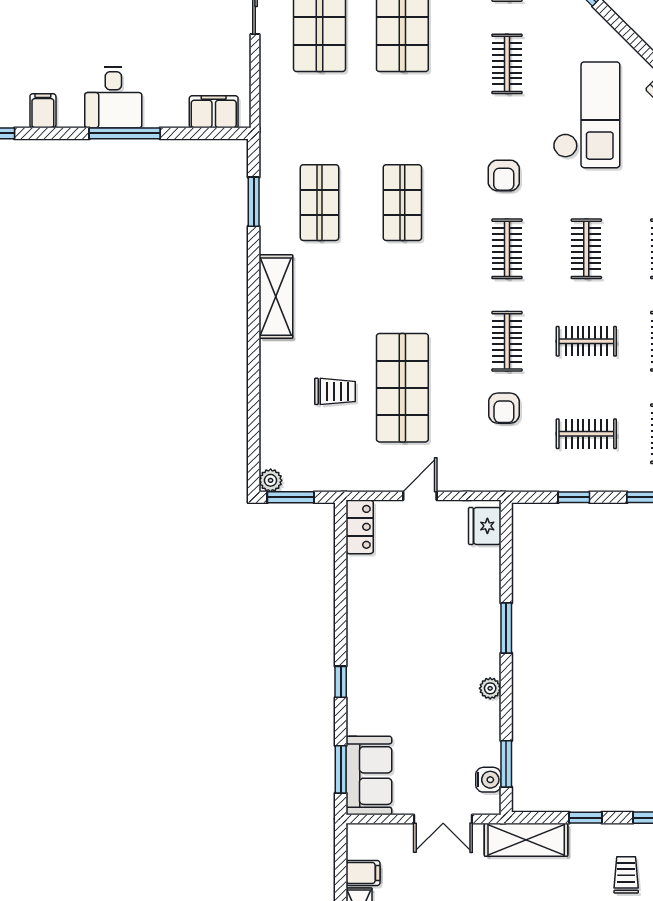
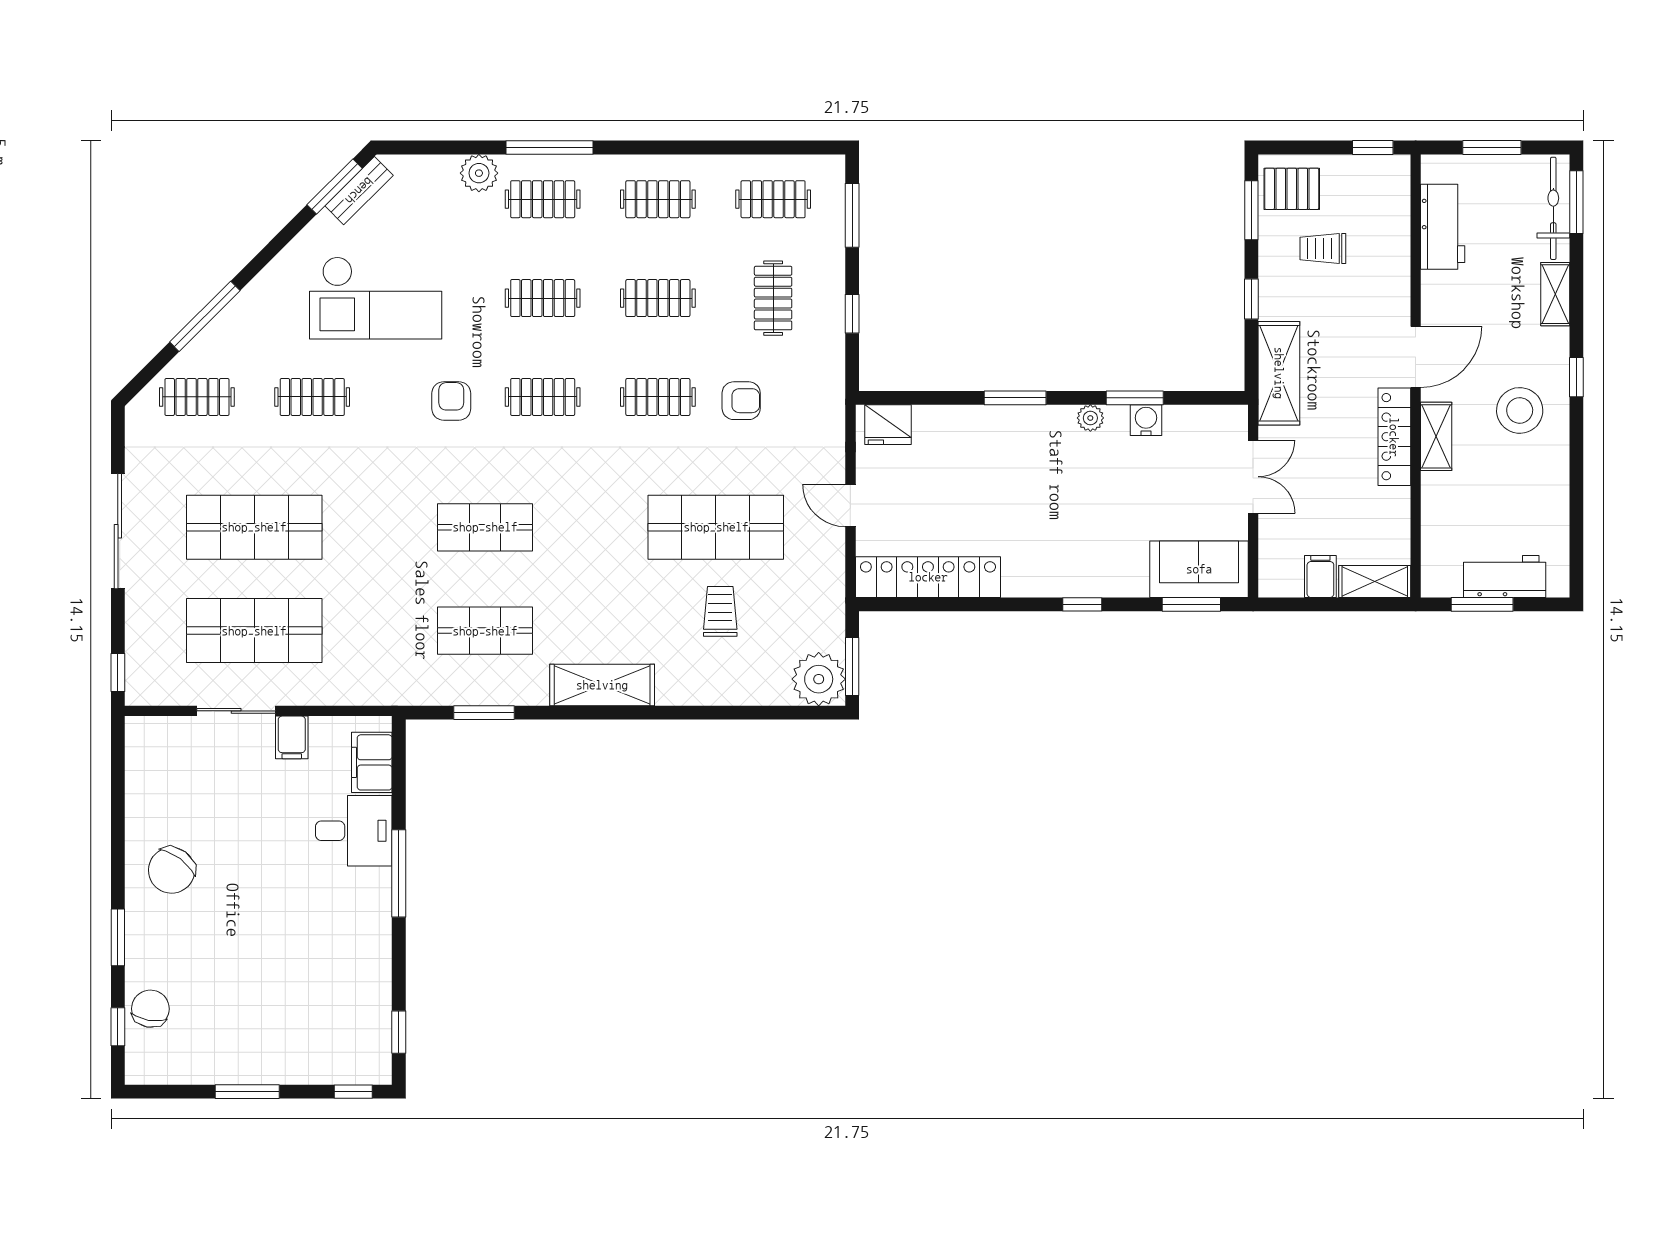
desk: (113, 97) -> (354, 831), moved
filing cabinet: (43, 111) -> (292, 737), moved, turned -90
checkout: (587, 115) -> (376, 298), turned 180
armchair: (504, 175) -> (451, 401), turned -90
clothes rail: (586, 341) -> (658, 298), turned 90
plant: (271, 480) -> (819, 679), width x1.88, depth x1.88
locker: (360, 527) -> (928, 577), width x2.16, depth x1.21
window: (506, 764) -> (1135, 398), moved
water cooler: (488, 780) -> (1146, 420), moved

